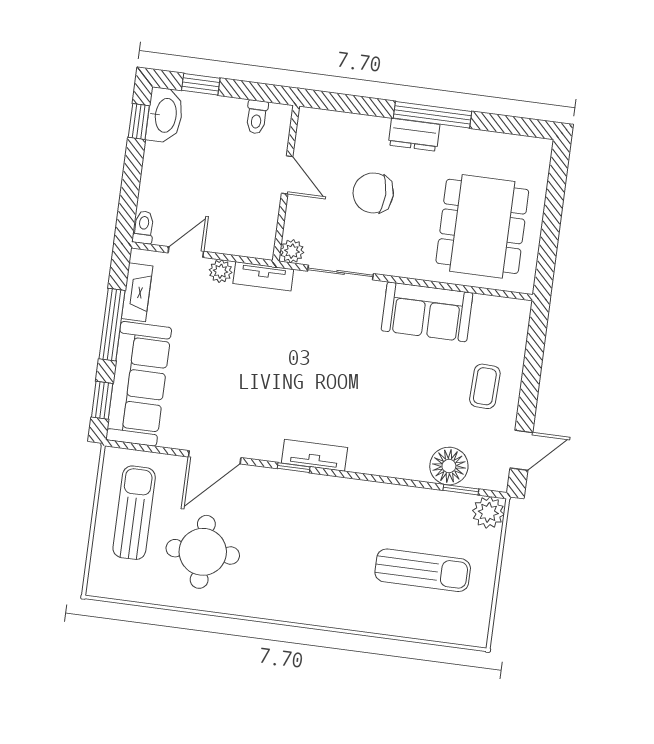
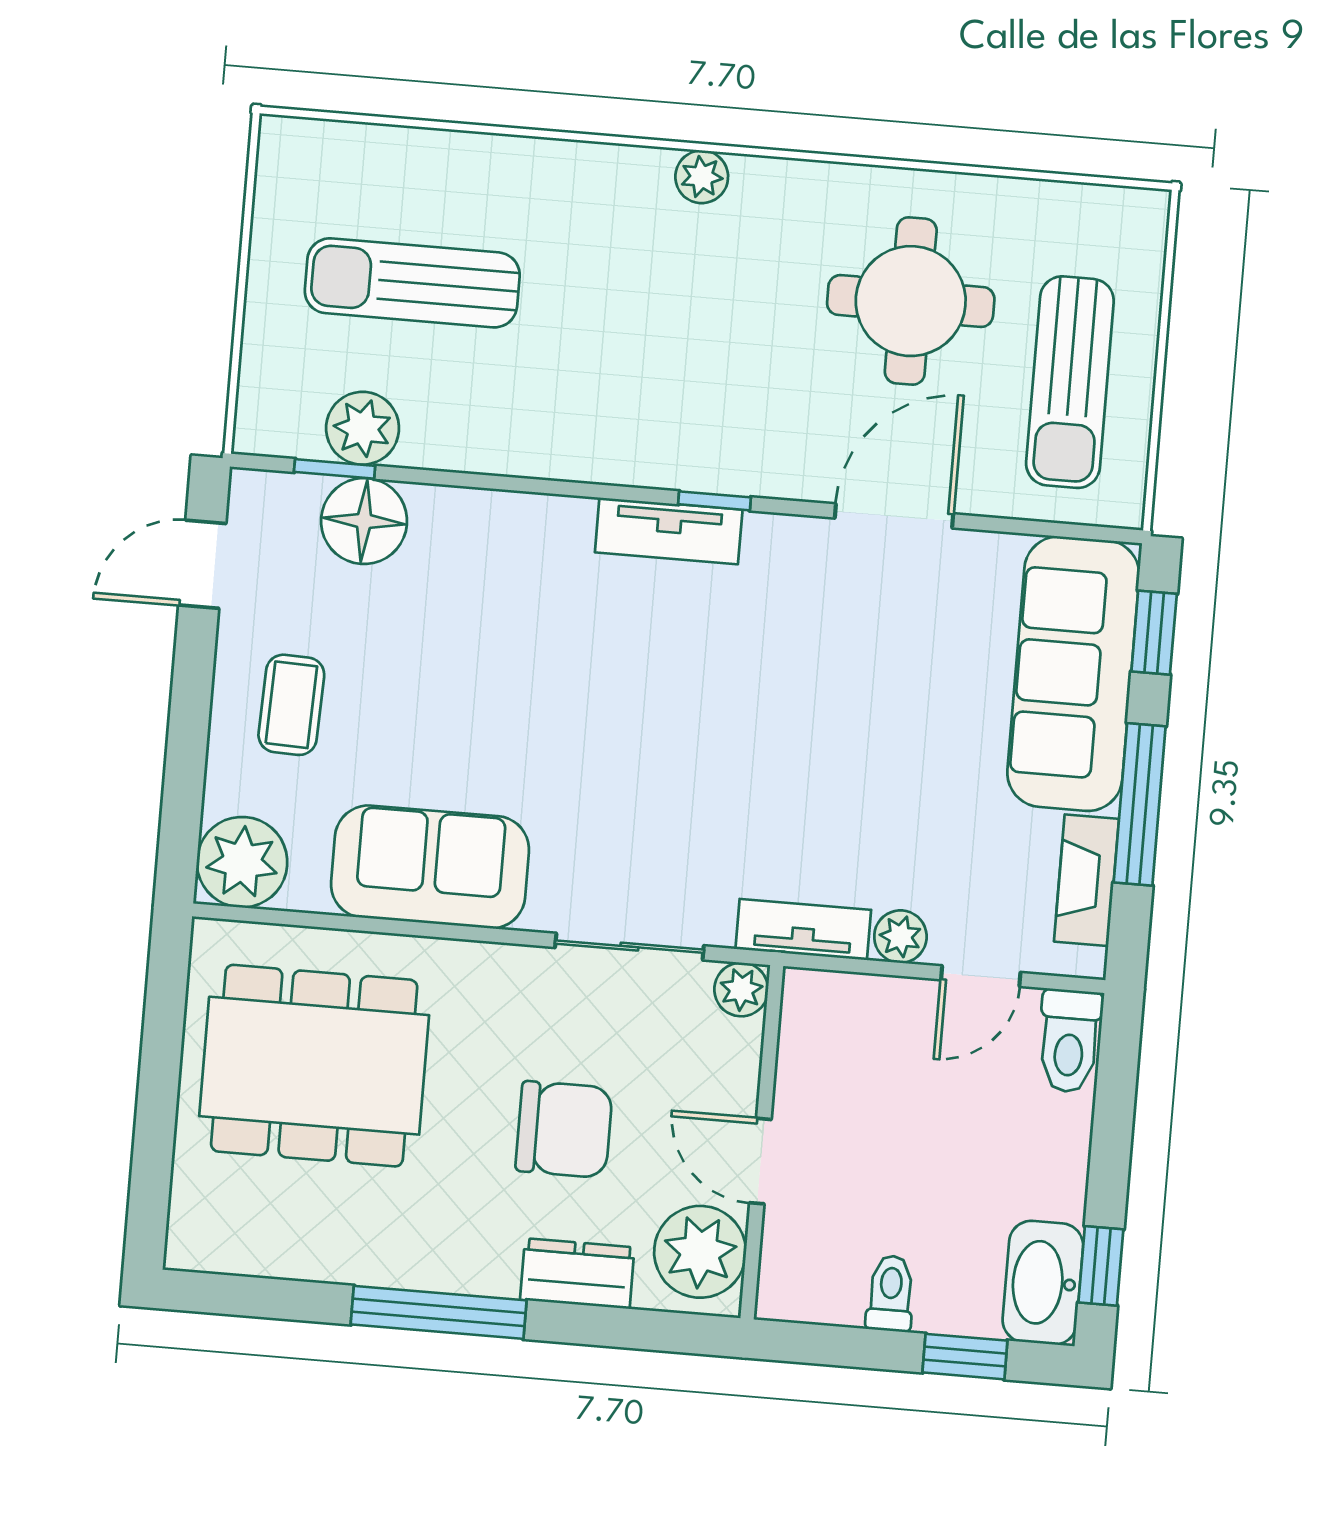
toilet: (257, 117) -> (890, 1293), moved
dresser: (414, 135) -> (577, 1274), moved
plant: (316, 136) -> (700, 1252), added
dining table: (482, 226) -> (314, 1066), turned 90
toilet: (144, 227) -> (1070, 1041), width x1.37, depth x1.39
plant: (510, 318) -> (242, 862), added
plant: (488, 512) -> (363, 428), moved
plant: (293, 611) -> (702, 177), added

